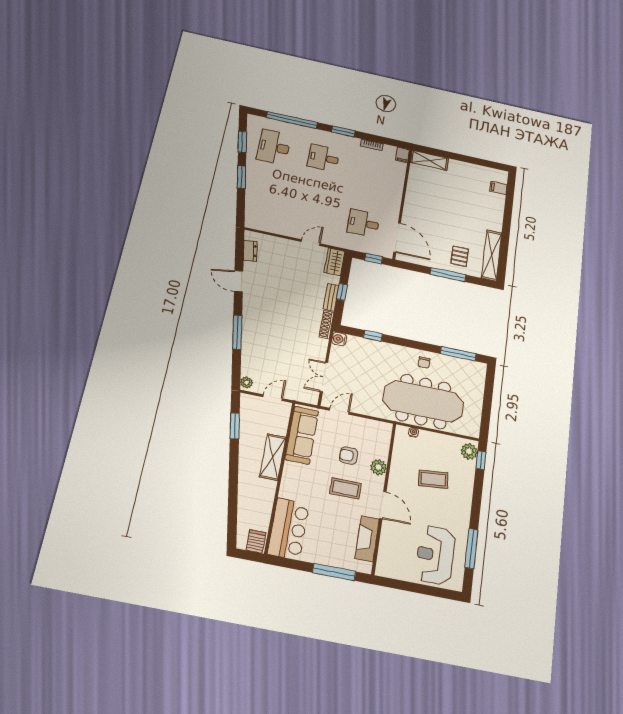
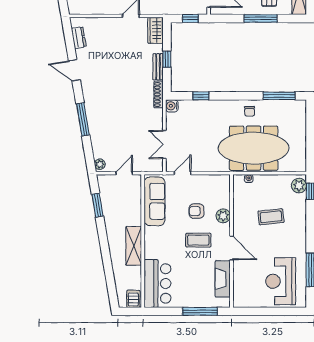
shelving: (273, 457) -> (134, 246), moved

